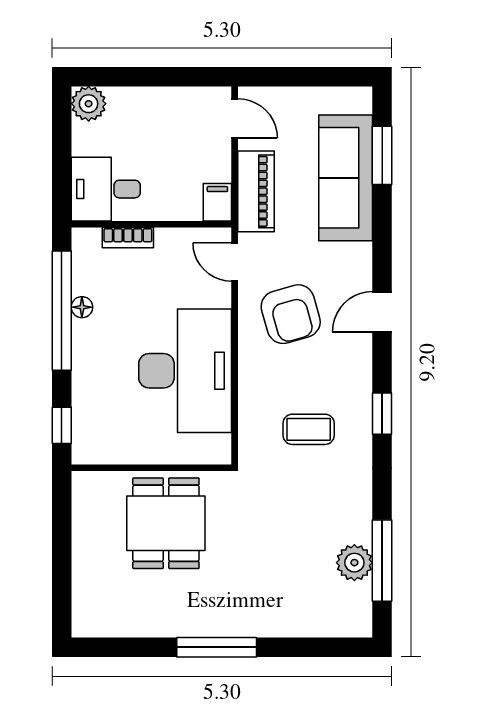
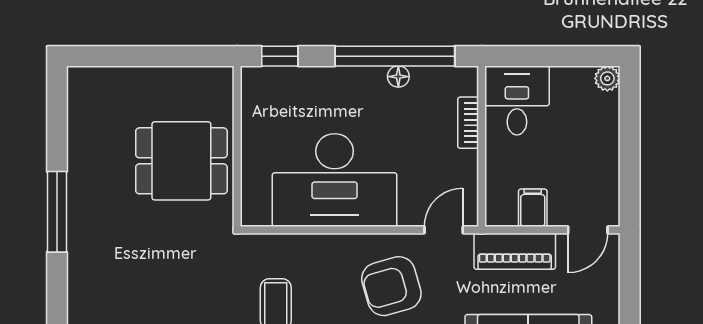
plant: (89, 104) -> (607, 78), width x0.73, depth x0.73
filing cabinet: (217, 202) -> (533, 208), moved, turned -90

